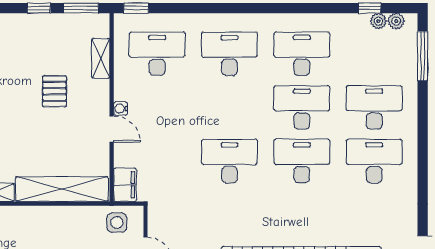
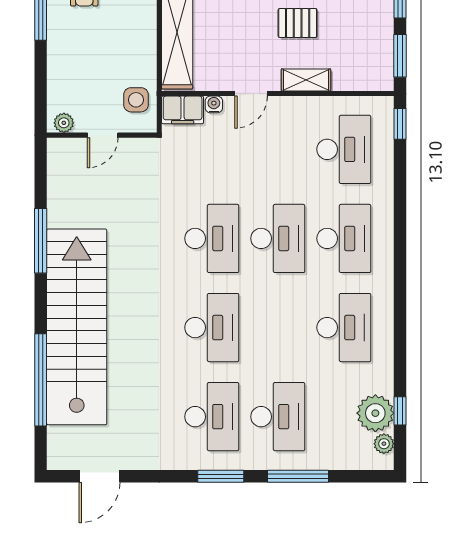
plant: (378, 21) -> (375, 413), width x1.88, depth x1.88
window: (423, 56) -> (298, 476), moved
shelving: (101, 58) -> (306, 80), moved
desk: (302, 107) -> (278, 238), moved
water cooler: (121, 109) -> (214, 104), moved
window: (423, 154) -> (221, 476), added

